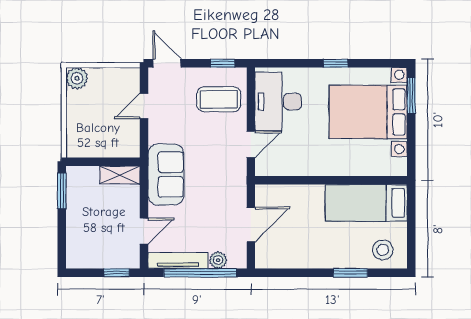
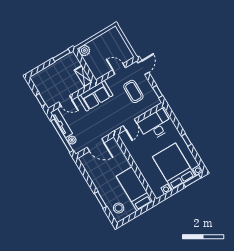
plant: (77, 78) -> (84, 50), moved
coffee table: (219, 99) -> (133, 91), moved
door: (251, 144) -> (130, 124), hinge flipped

